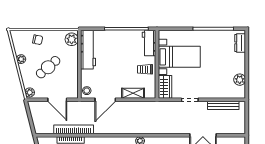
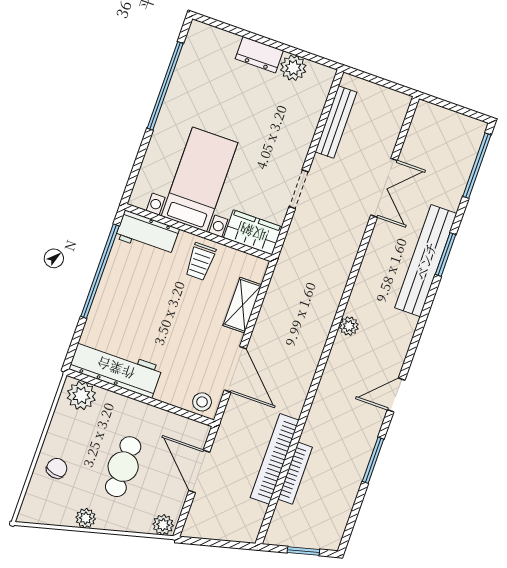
dresser: (240, 43) -> (259, 55), moved
cafe table: (48, 67) -> (123, 467), turned 41
door: (57, 100) -> (199, 471), swing flipped

